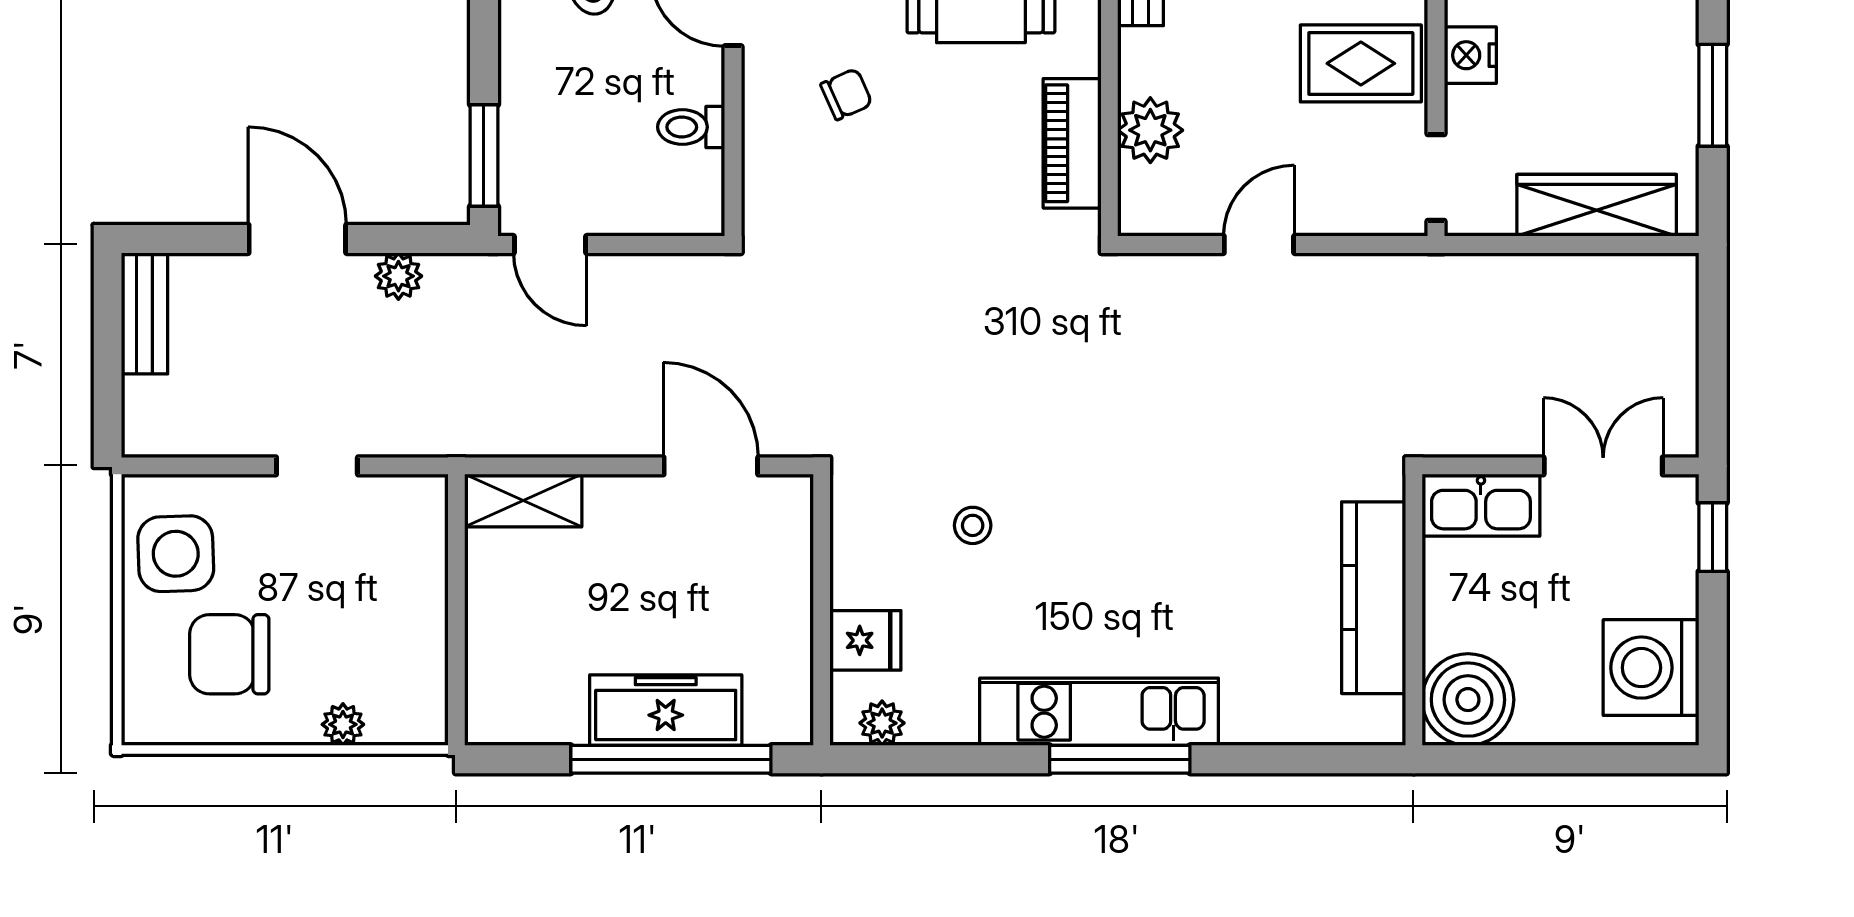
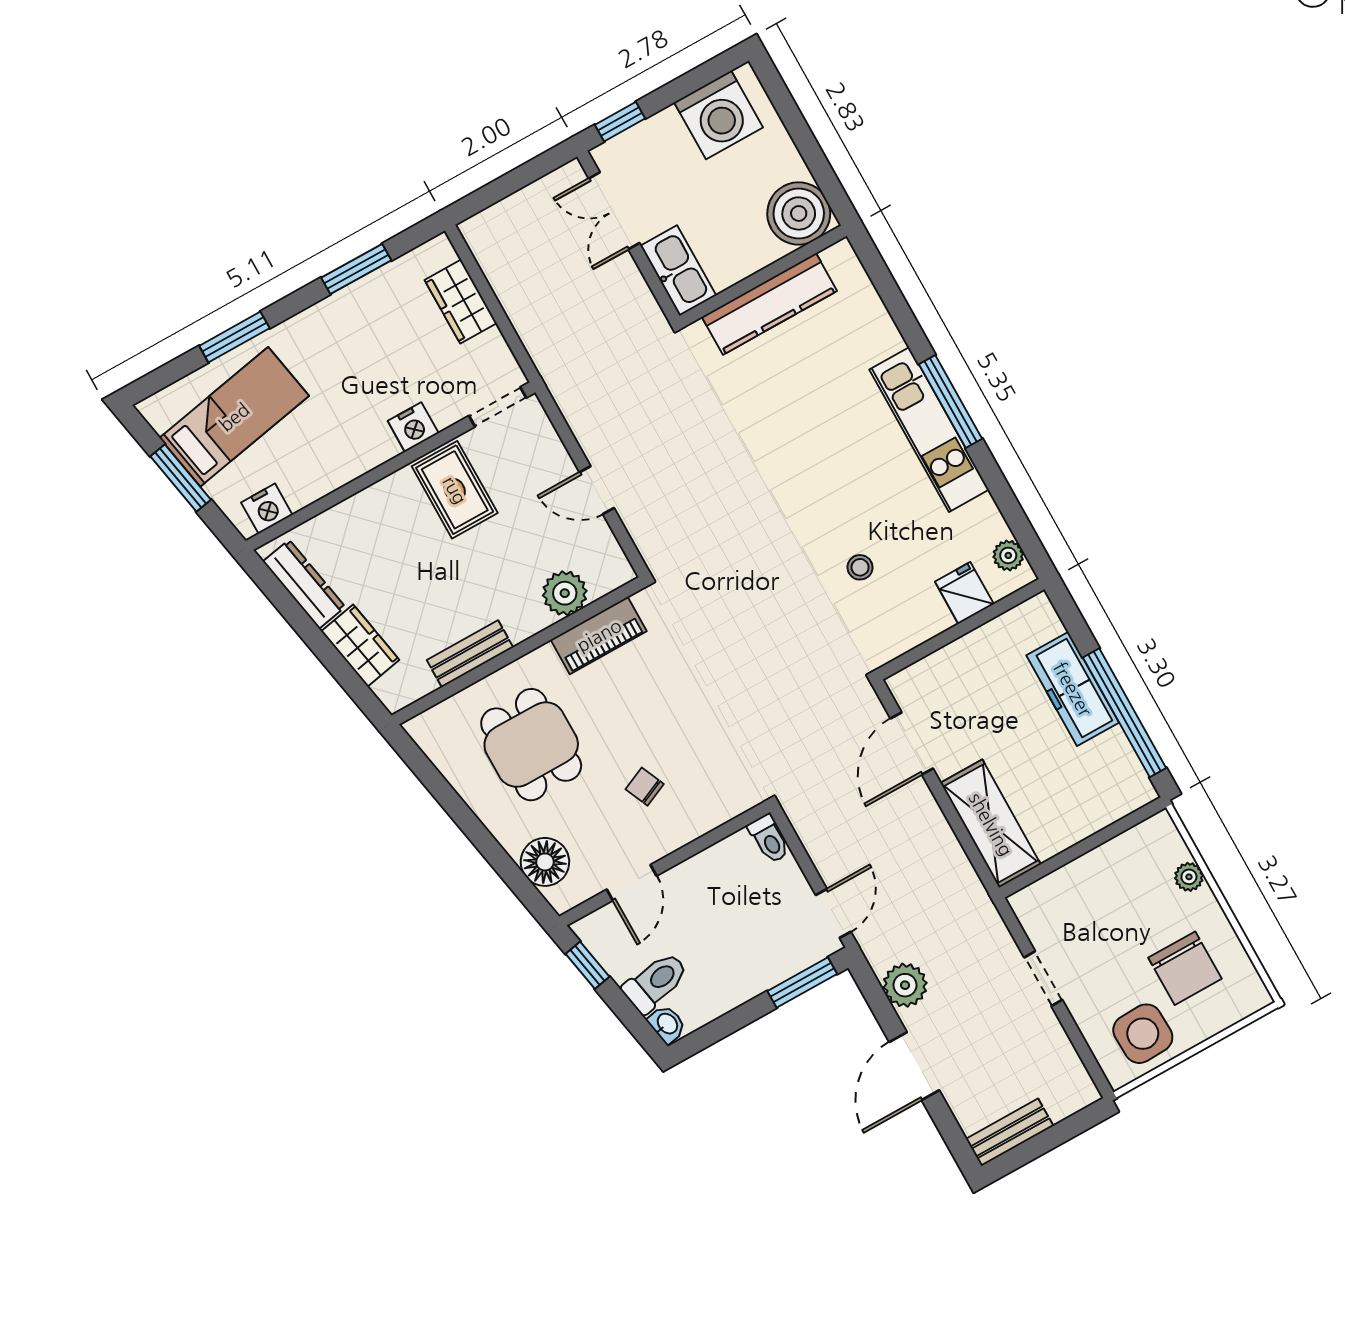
toilet: (691, 127) -> (769, 839), moved
wardrobe: (1597, 205) -> (461, 302), width x0.67
plant: (398, 276) -> (905, 985), width x1.38, depth x1.38
shelving: (523, 501) -> (991, 824), width x1.50, depth x1.33
window: (671, 759) -> (1124, 713), moved

